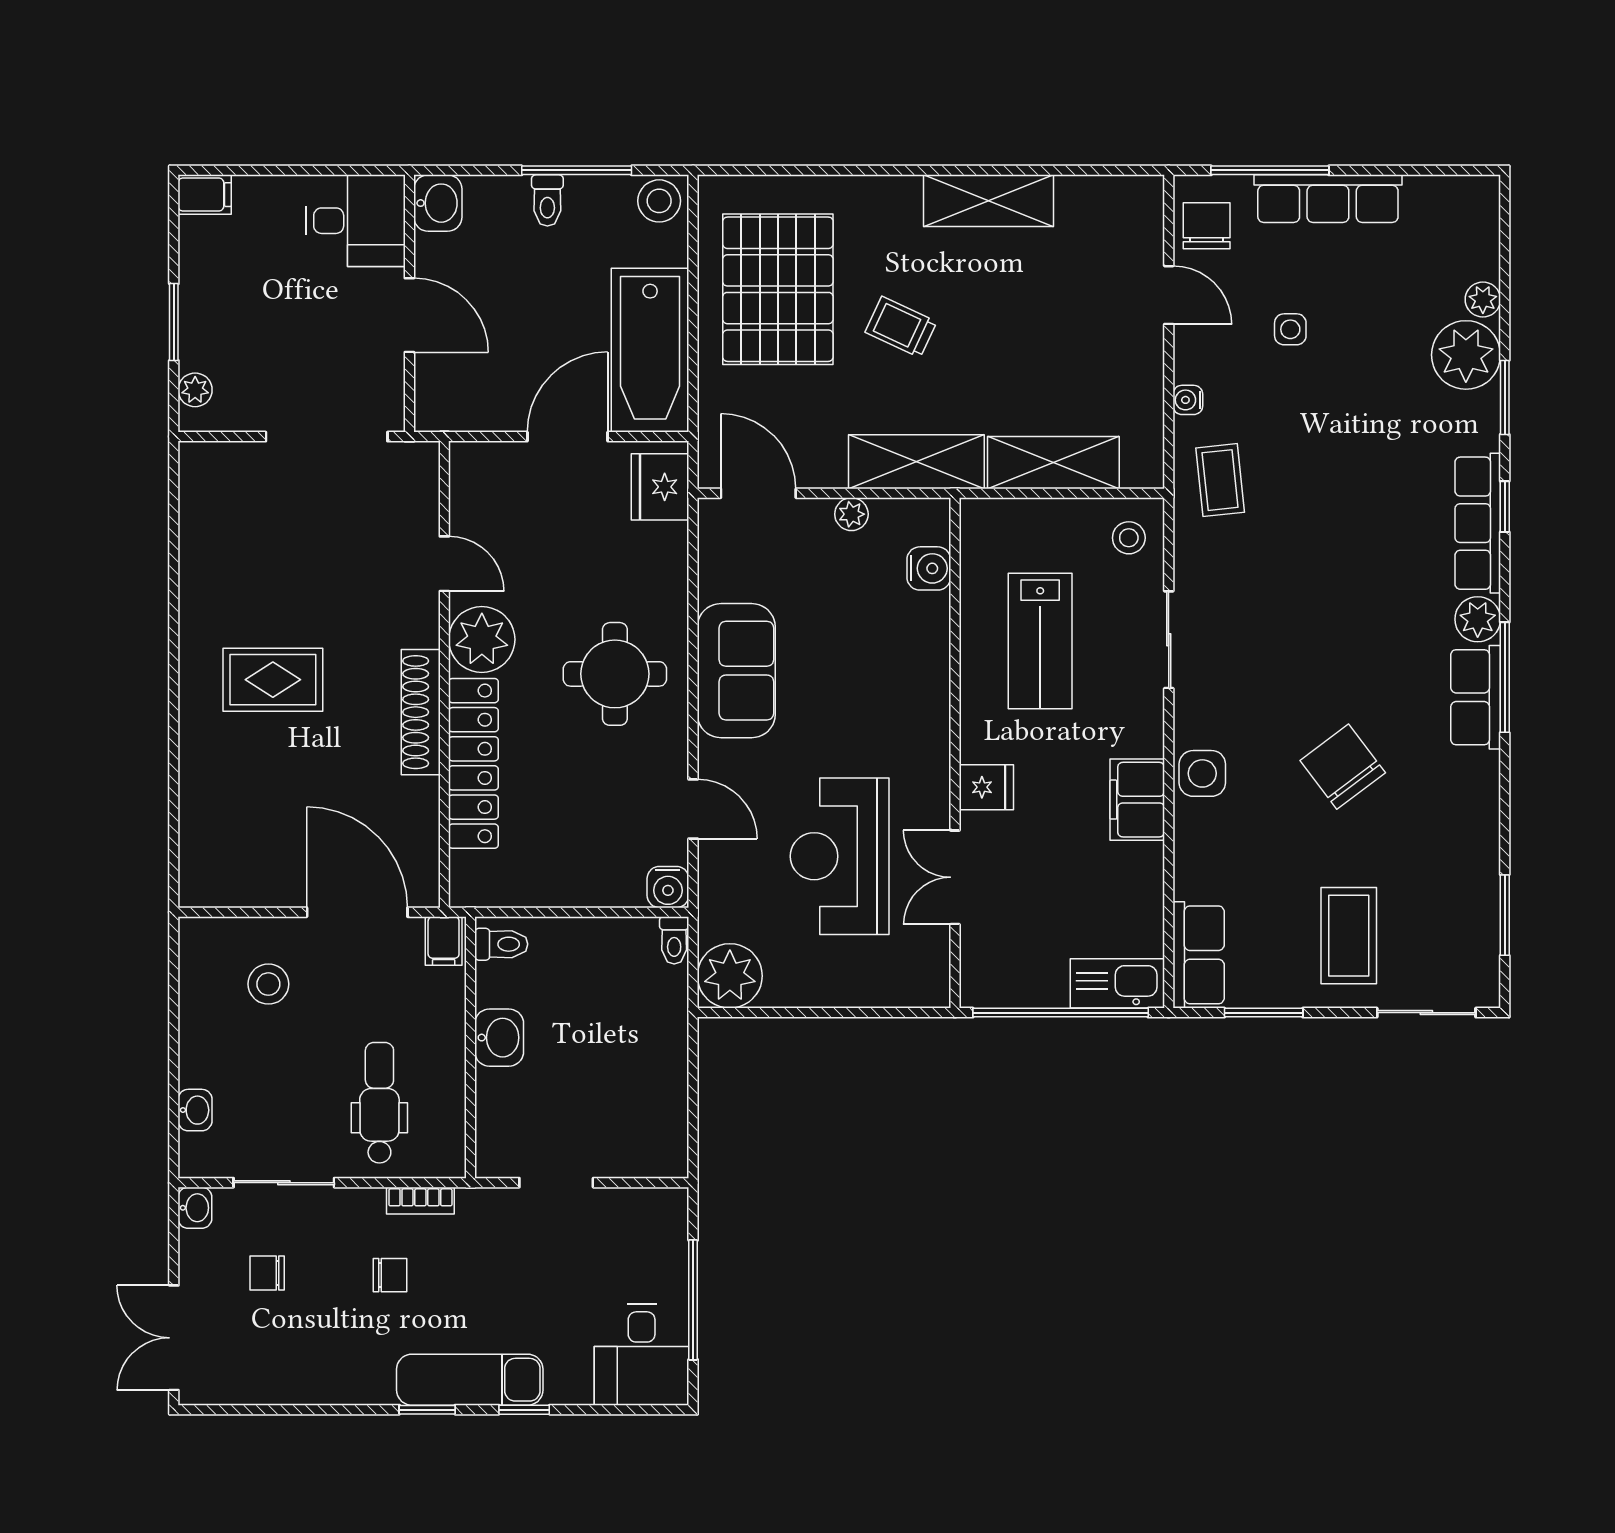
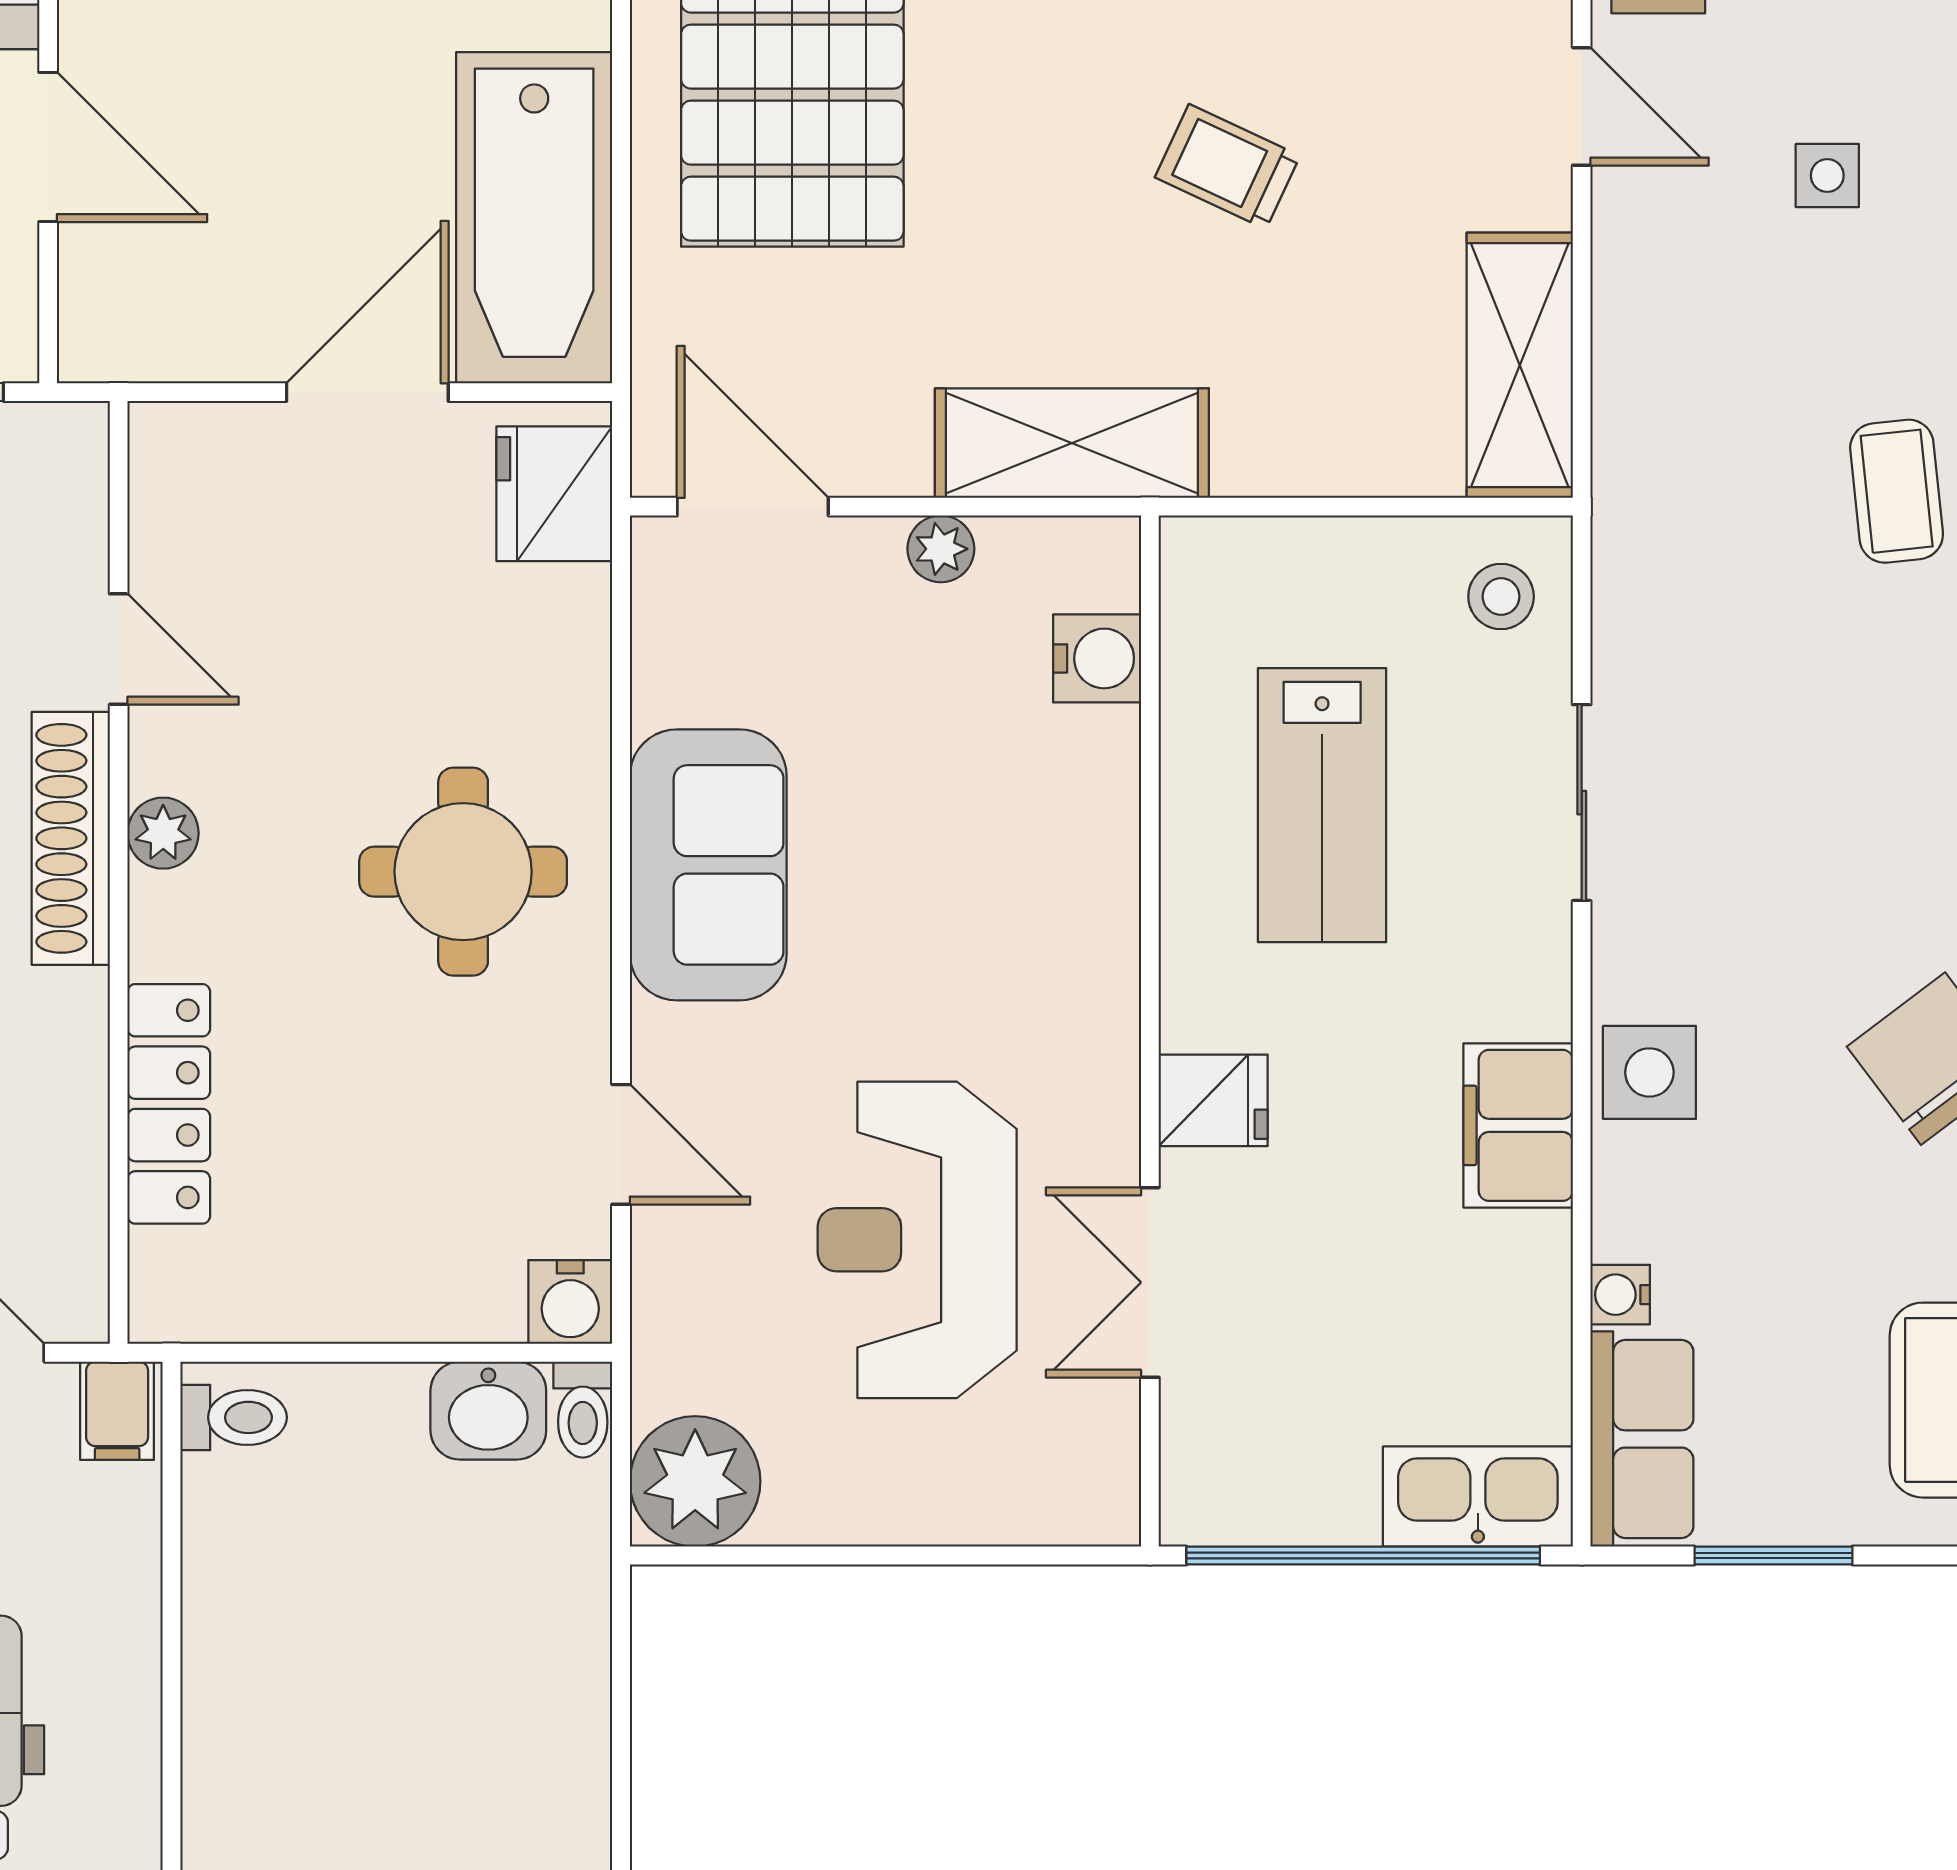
trolley: (901, 327) -> (1227, 167), moved
water cooler: (1188, 400) -> (1620, 1295), moved
shelving: (1053, 463) -> (1520, 365), moved, turned 90
coffee table: (1220, 480) -> (1897, 491), moved
plant: (482, 639) -> (163, 833), width x0.53, depth x0.53
shoe rack: (421, 712) -> (71, 838), moved
locker: (473, 763) -> (169, 1104), width x0.71, depth x0.83
washbasin: (499, 1038) -> (488, 1411), moved, turned 90

